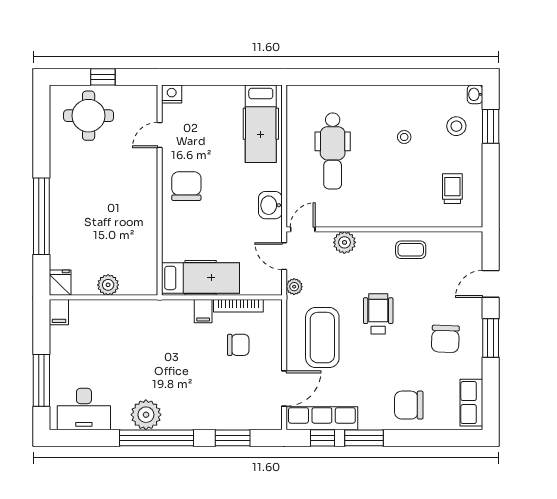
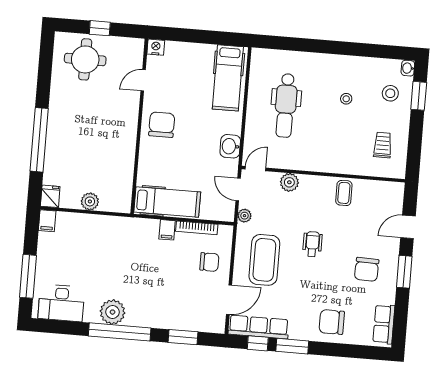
coffee table: (411, 250) -> (344, 193), turned 90
wheelchair: (378, 314) -> (312, 244), width x0.73, depth x0.73
chair: (238, 345) -> (209, 262), moved

